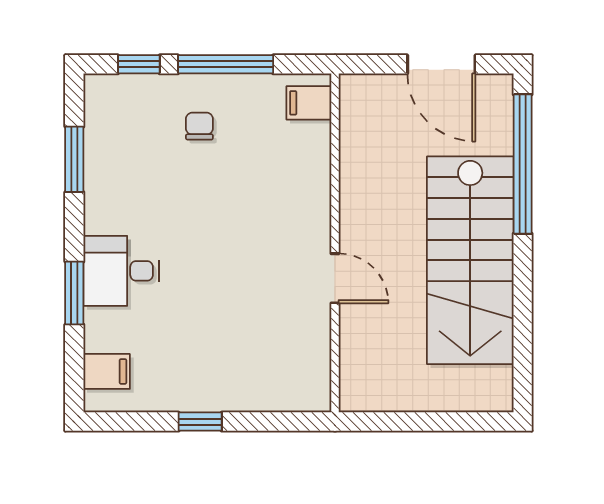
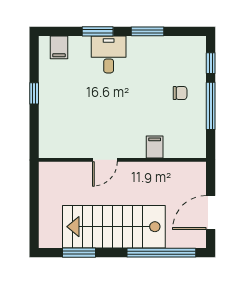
filing cabinet: (309, 103) -> (155, 147), moved
window: (74, 159) -> (148, 31), moved
window: (523, 331) -> (79, 253), added

